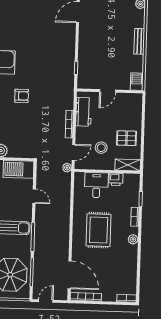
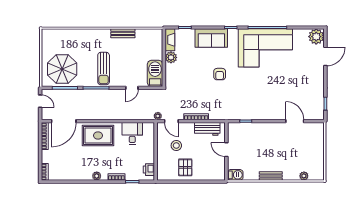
shelving: (128, 165) -> (162, 169), removed
printer: (116, 179) -> (149, 170), moved
desk: (96, 185) -> (132, 133), moved, turned -90
rug: (99, 230) -> (98, 135), moved

